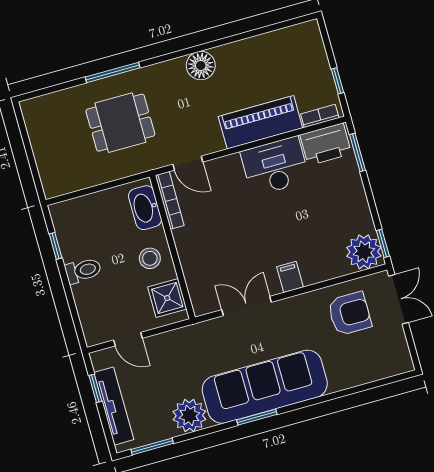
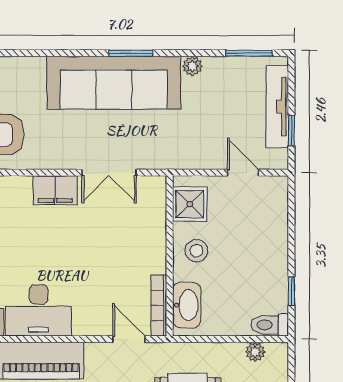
plant: (73, 183) -> (255, 352), added
toilet: (83, 270) -> (270, 325), moved
filing cabinet: (290, 277) -> (55, 190), width x2.00
plant: (189, 416) -> (192, 66), width x0.53, depth x0.53

